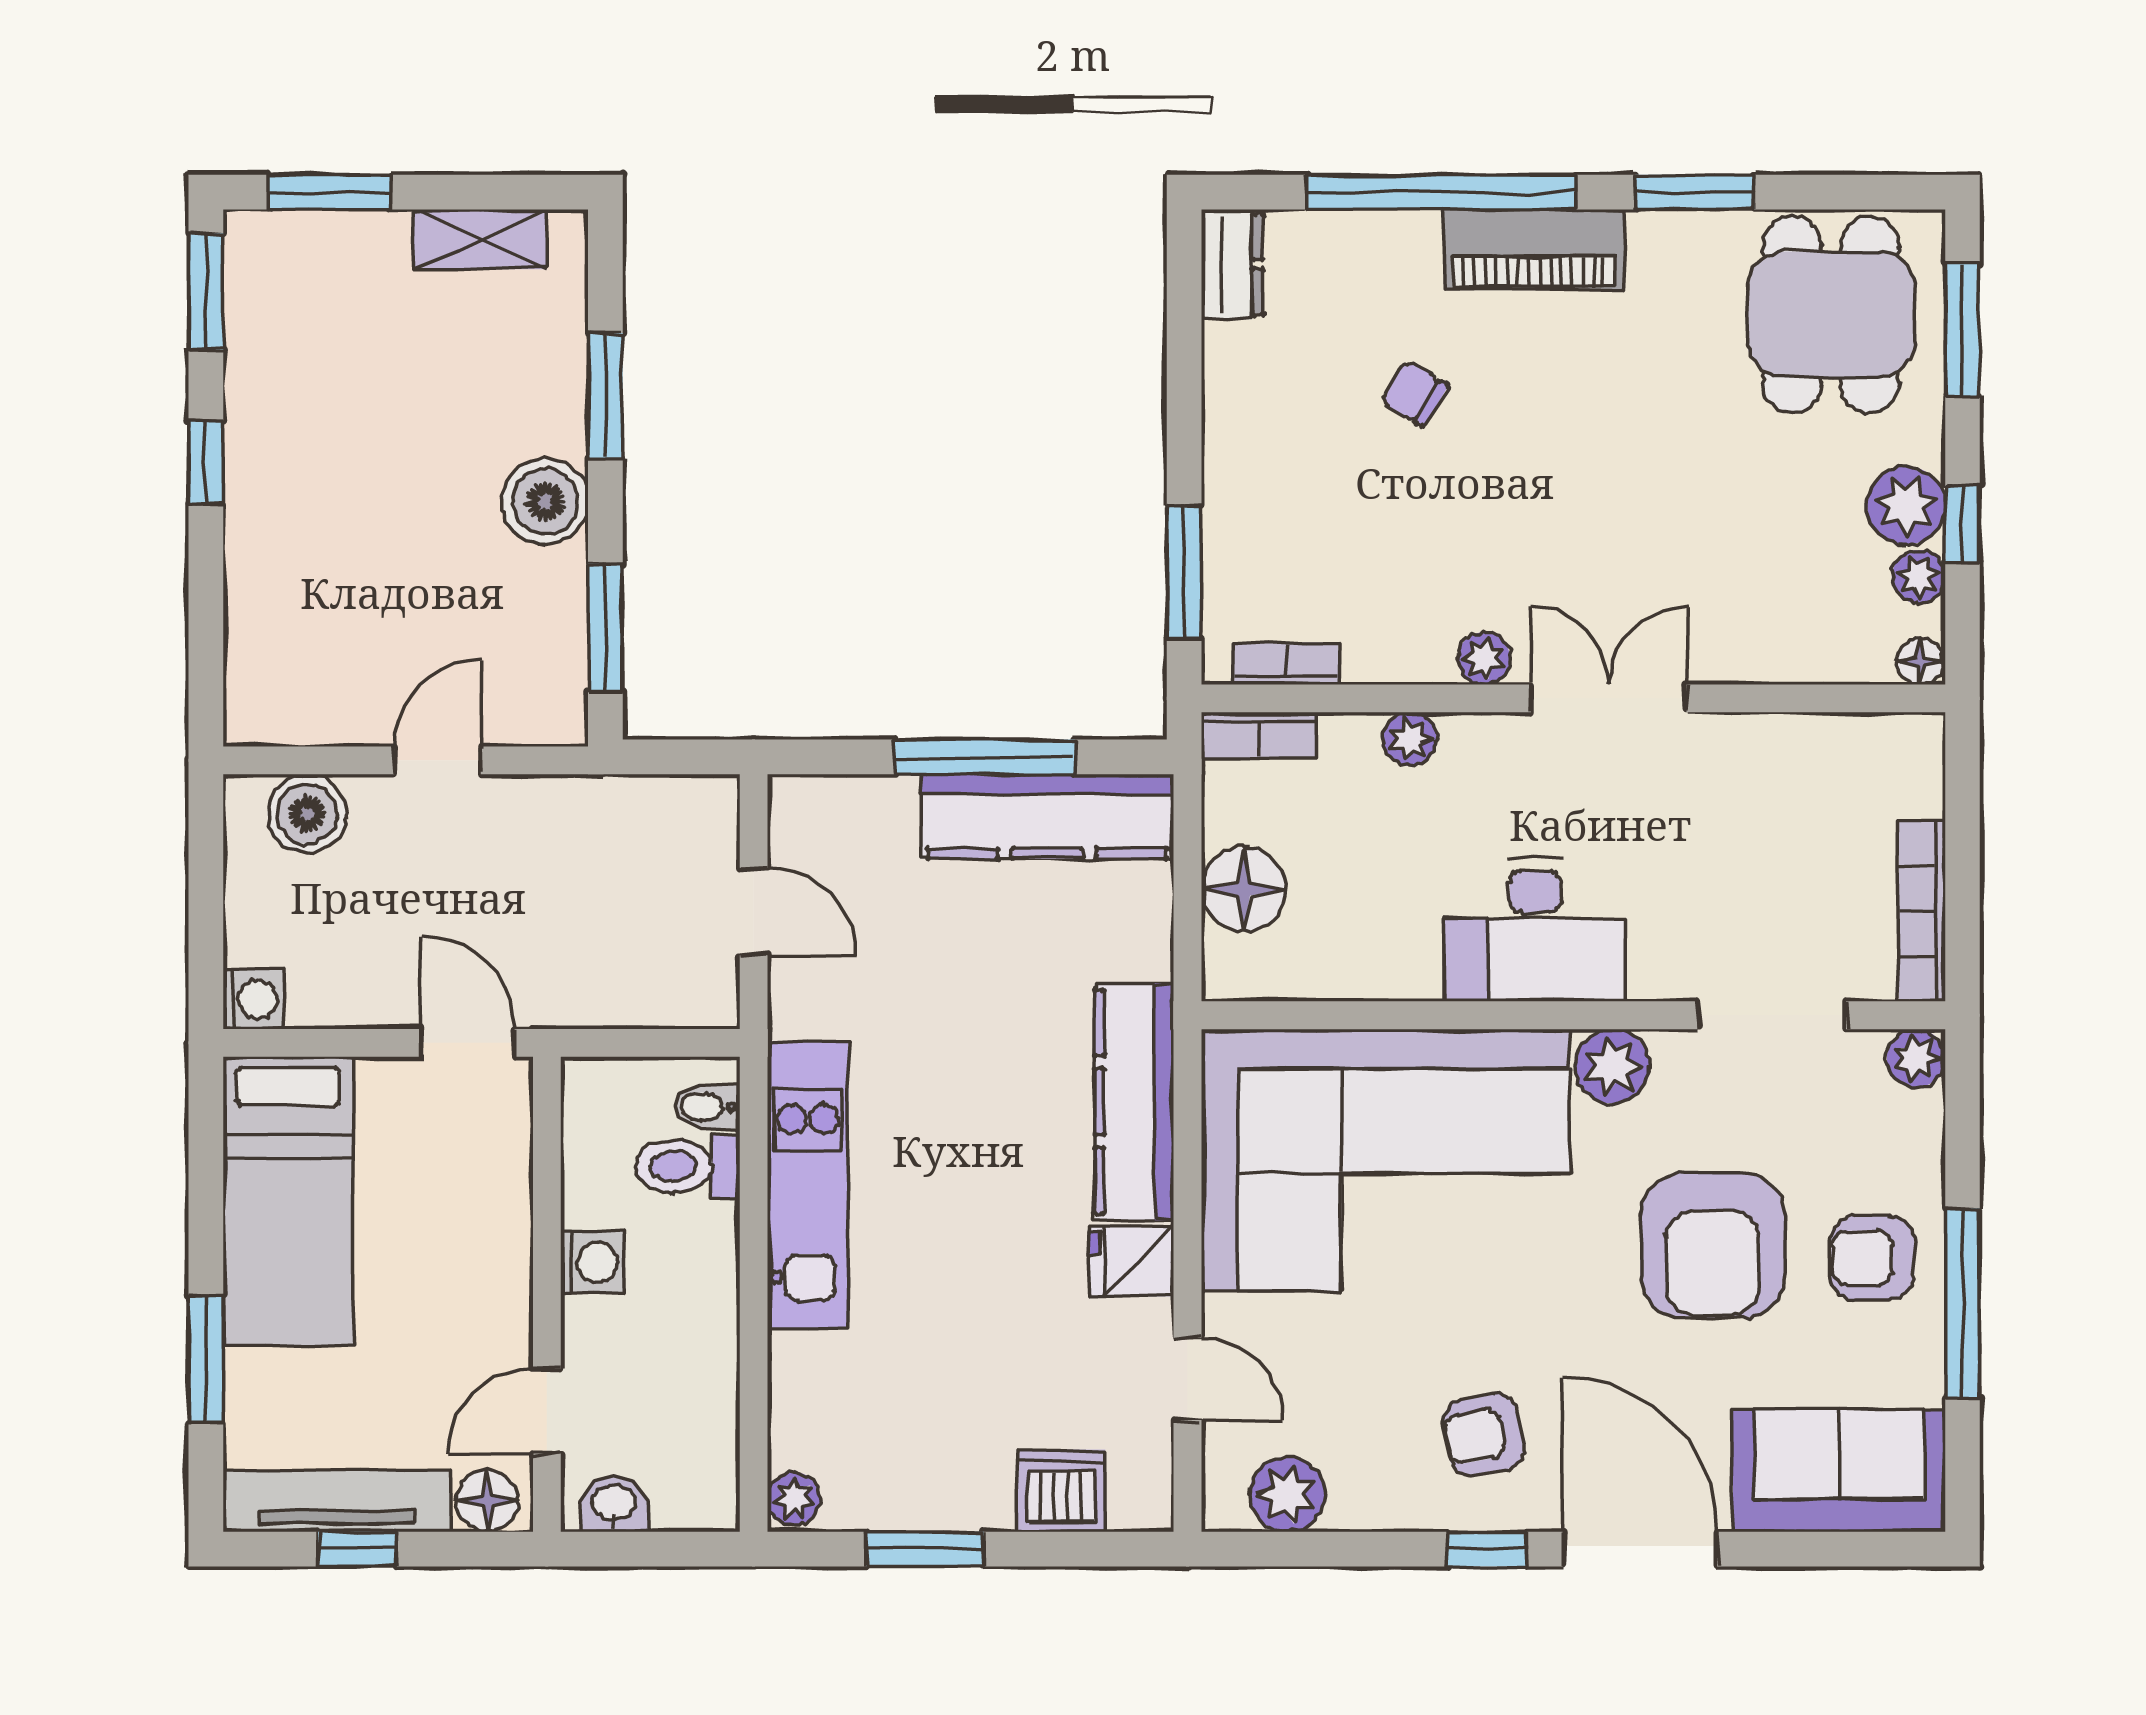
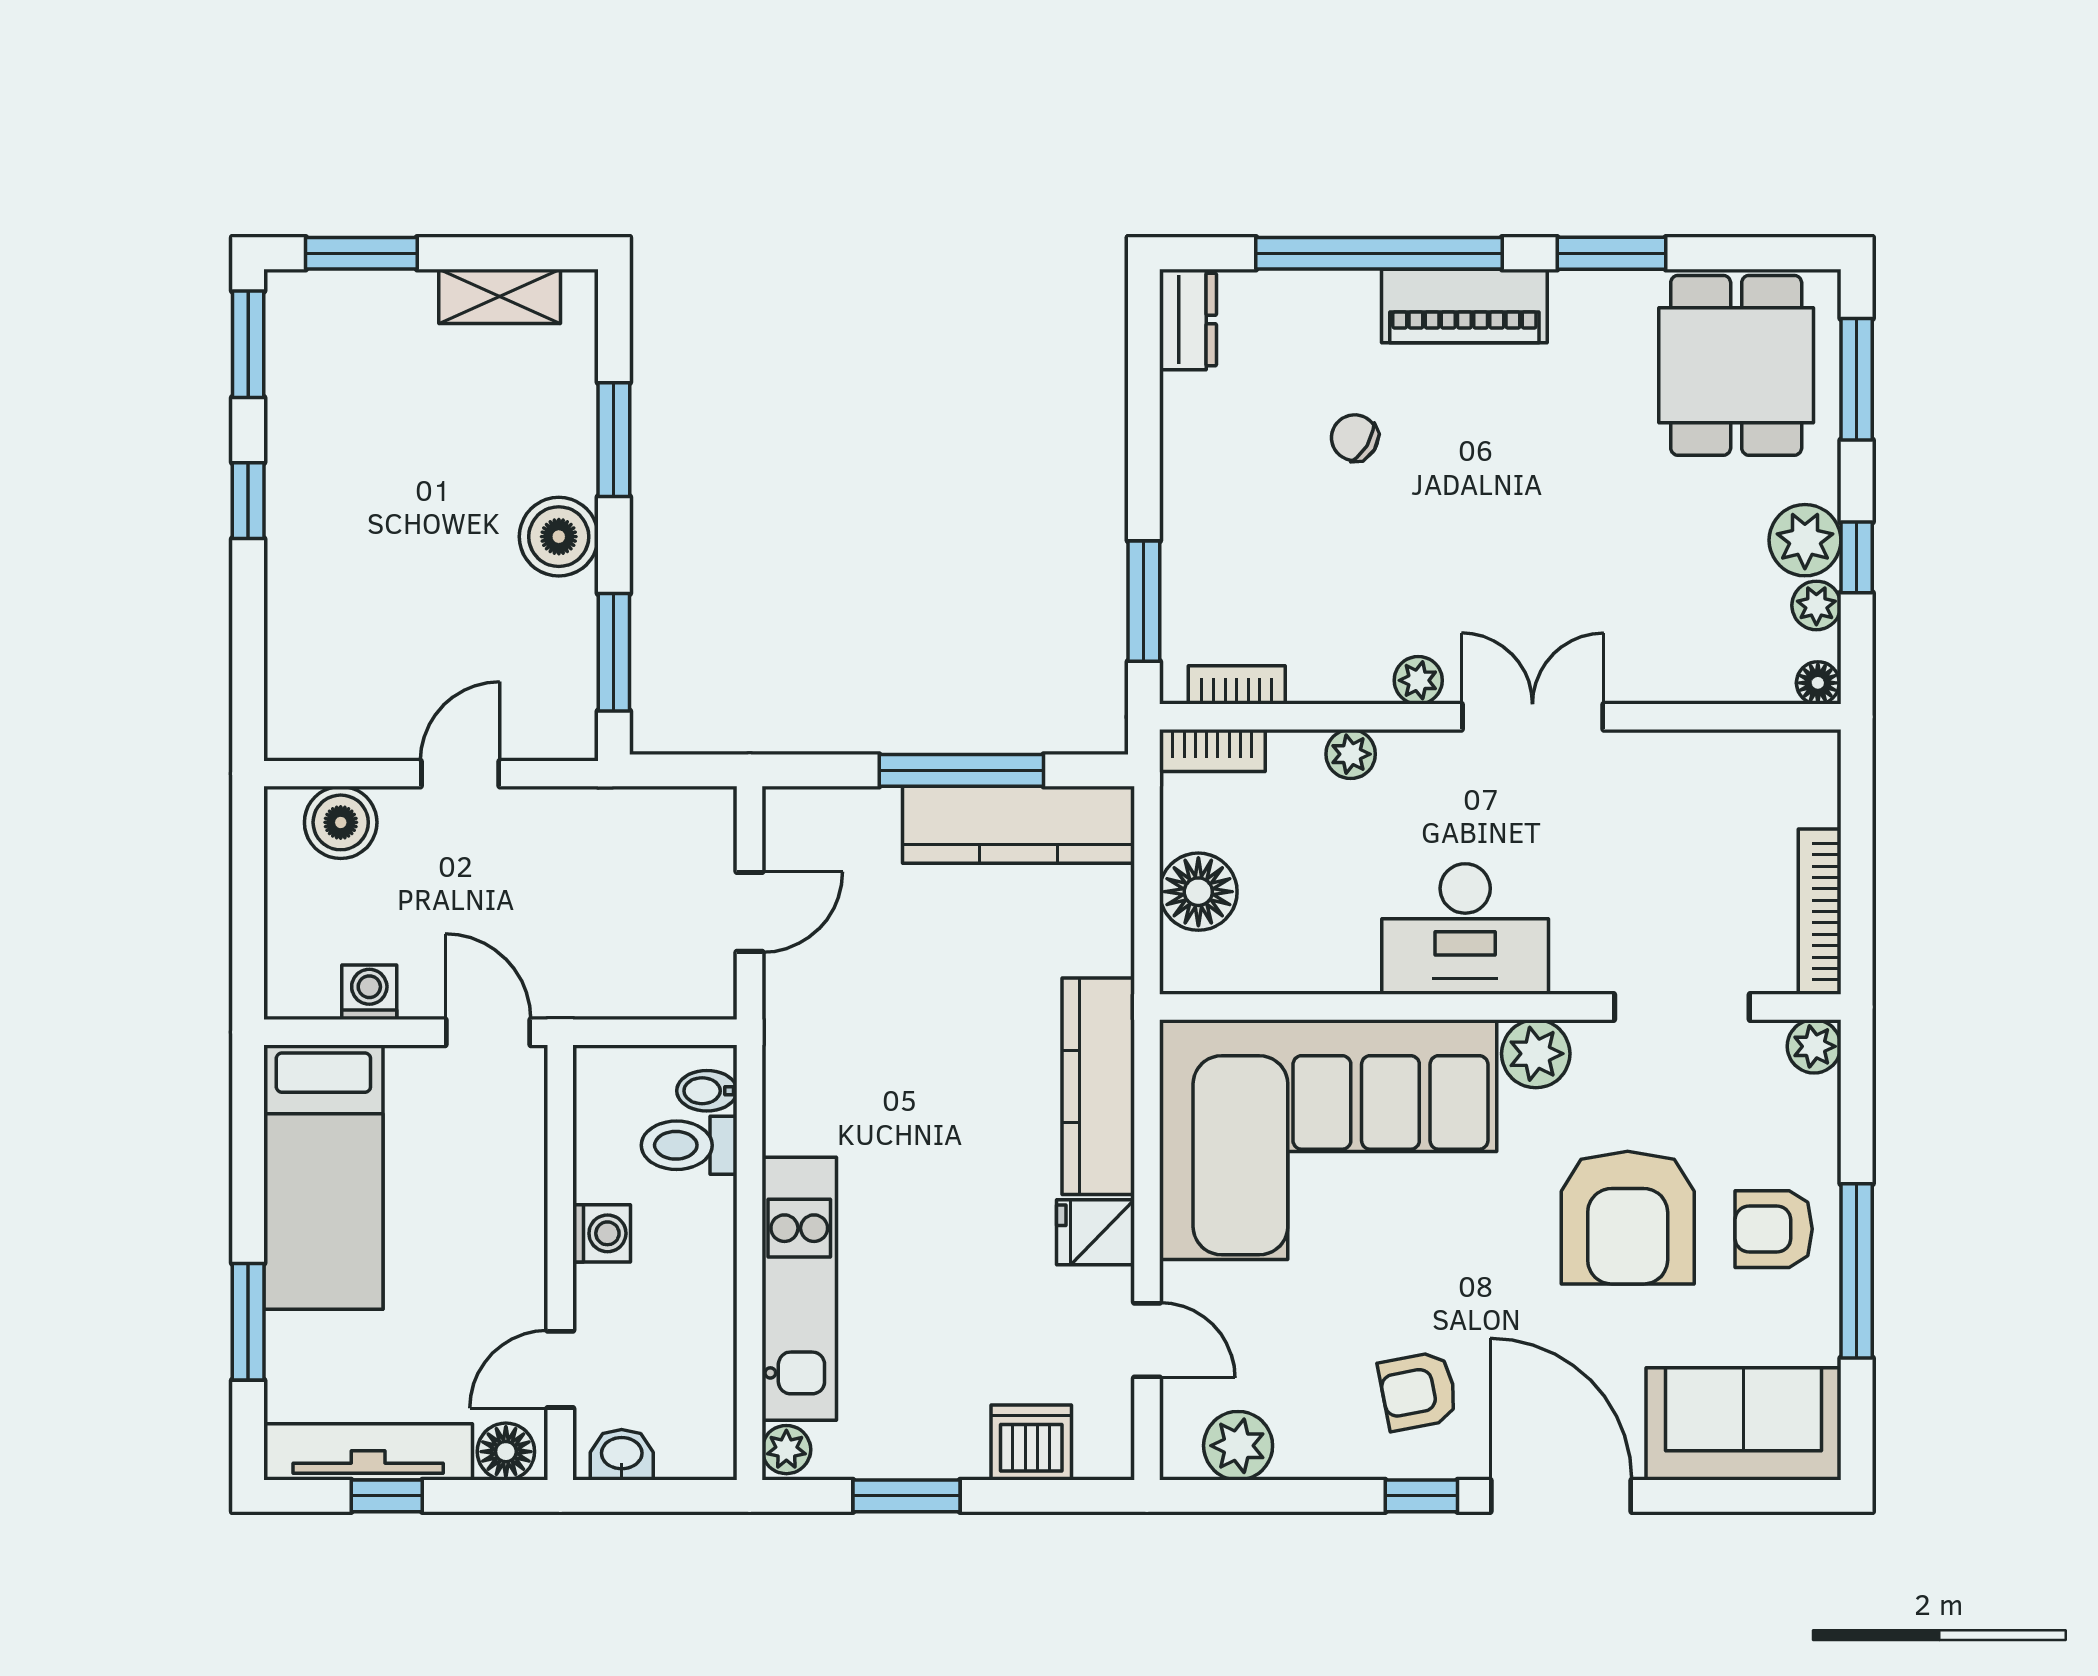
door: (754, 911) -> (750, 912), hinge flipped
washing machine: (253, 999) -> (369, 992), moved, turned -90
kitchen unit: (808, 1185) -> (799, 1289), moved

